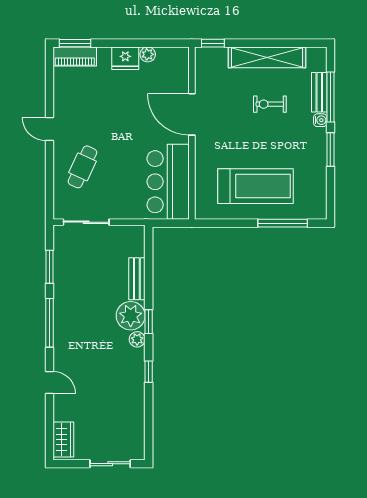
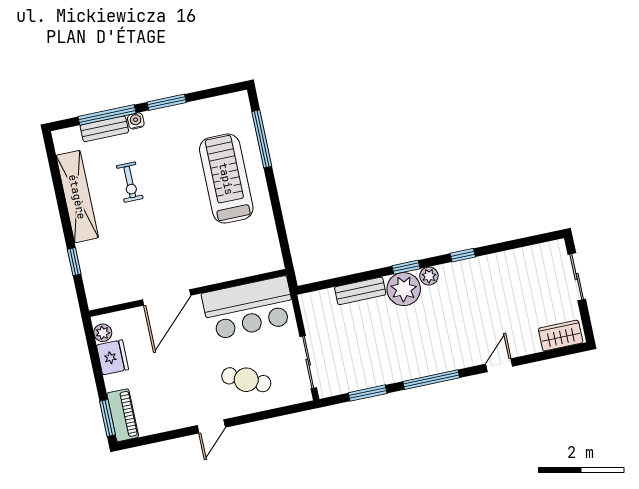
door: (192, 114) -> (167, 297), moved
wall: (192, 133) -> (188, 293), moved
bar counter: (168, 182) -> (249, 308), moved

